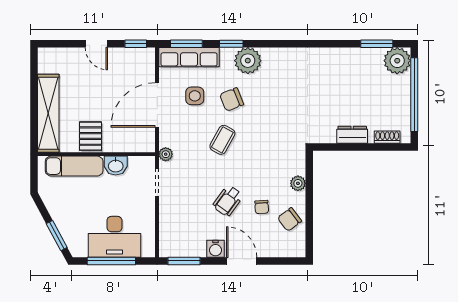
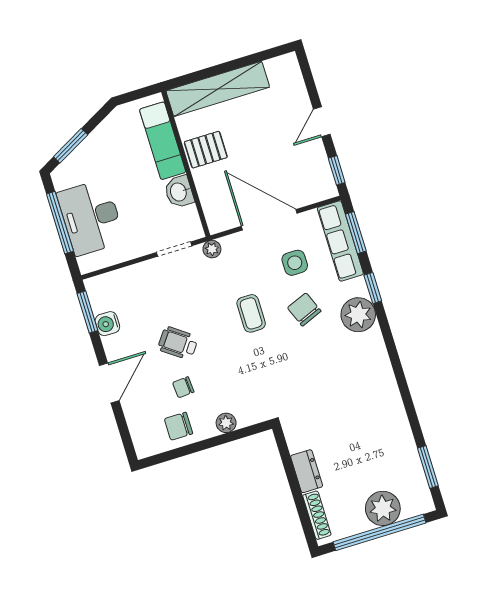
plant: (397, 61) -> (383, 508), moved
shoe rack: (387, 137) -> (317, 515), width x1.43
coffee table: (222, 140) -> (251, 313), turned 61
chair: (290, 219) -> (179, 426), turned -53
water cooler: (215, 249) -> (107, 324), moved

